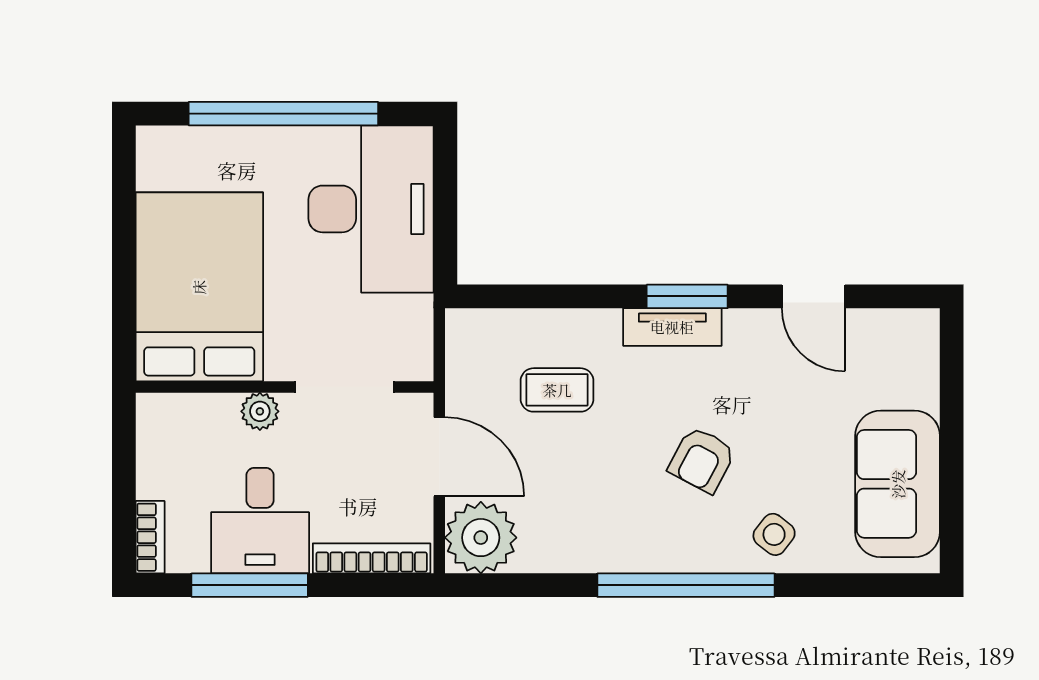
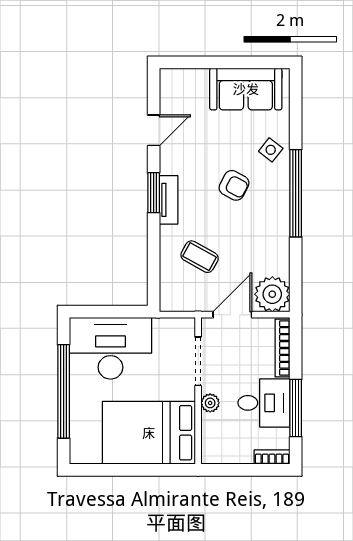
coffee table: (557, 390) -> (200, 257), turned -61

